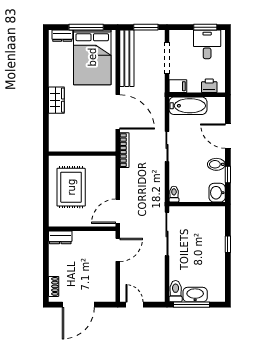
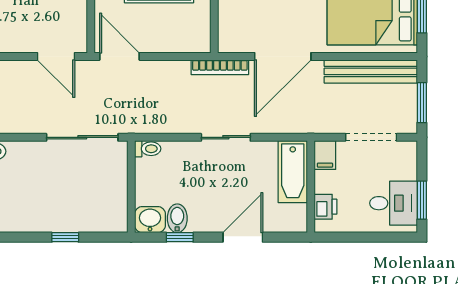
bidet: (216, 164) -> (177, 218), moved

